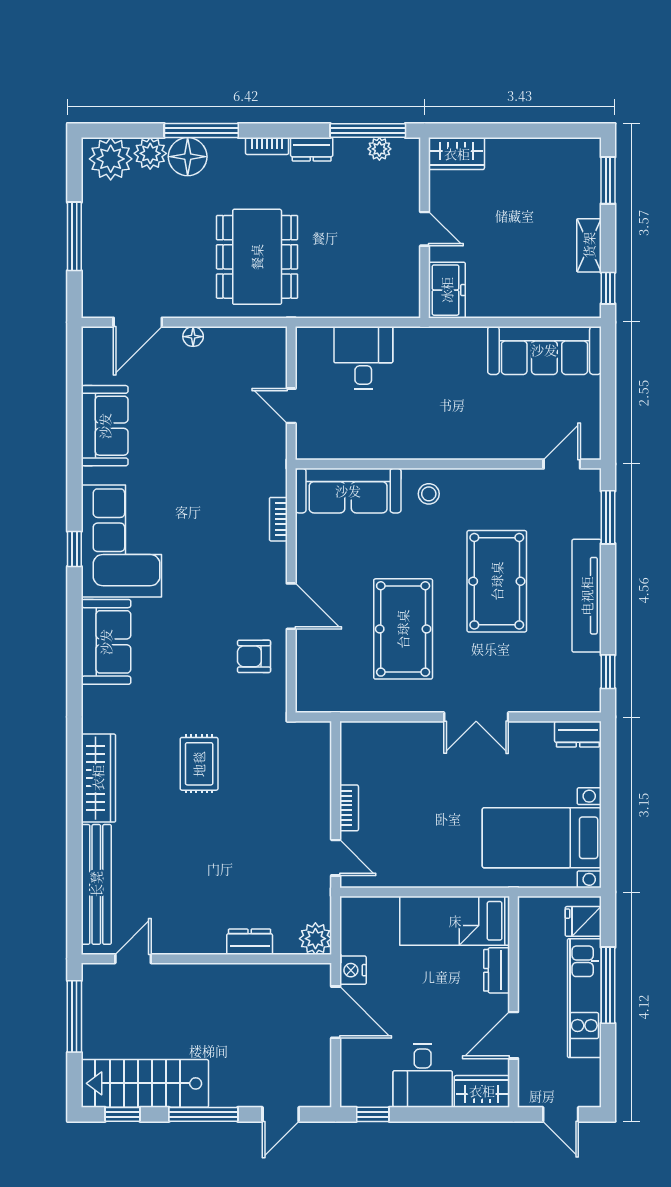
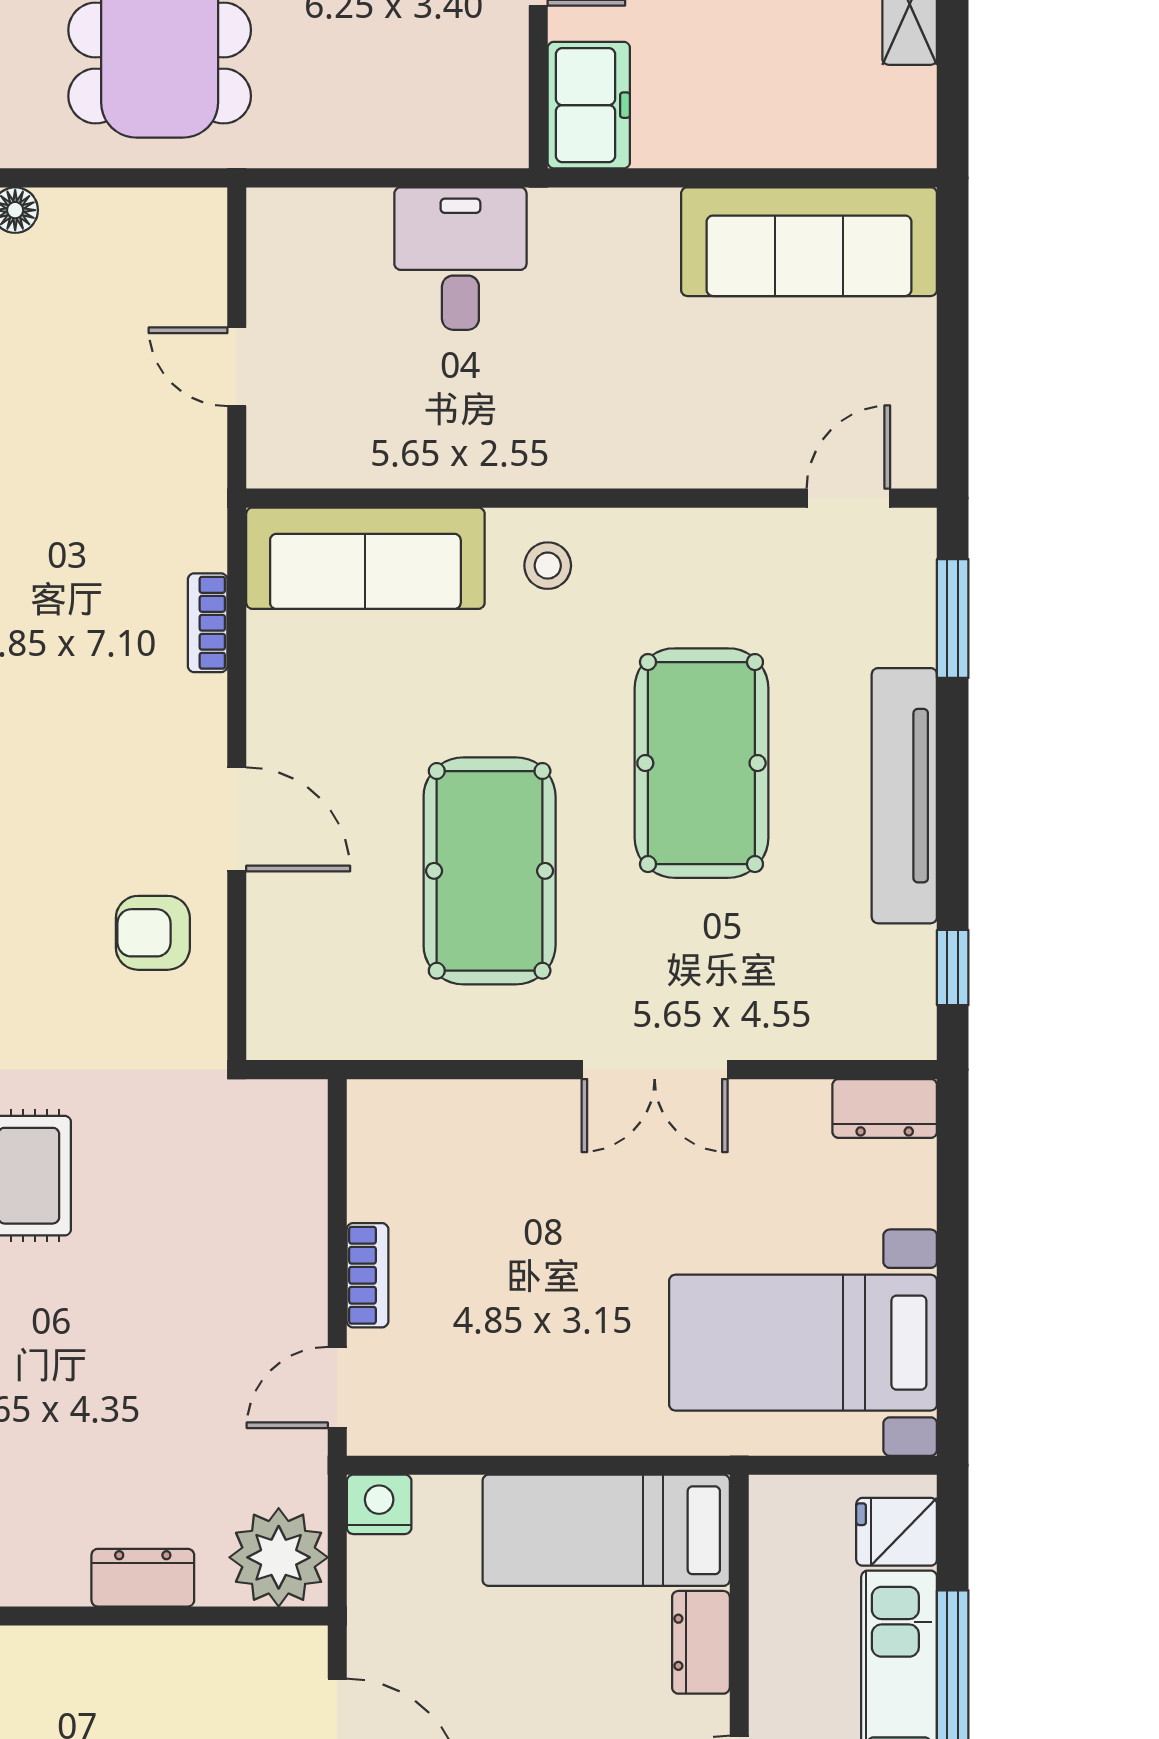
window: (608, 288) -> (953, 101), removed
desk: (363, 358) -> (460, 259), moved
door: (336, 858) -> (337, 1387), swing flipped
plant: (315, 939) -> (279, 1557), width x1.36, depth x1.36
nightstand: (353, 970) -> (379, 1504), moved, turned 90

